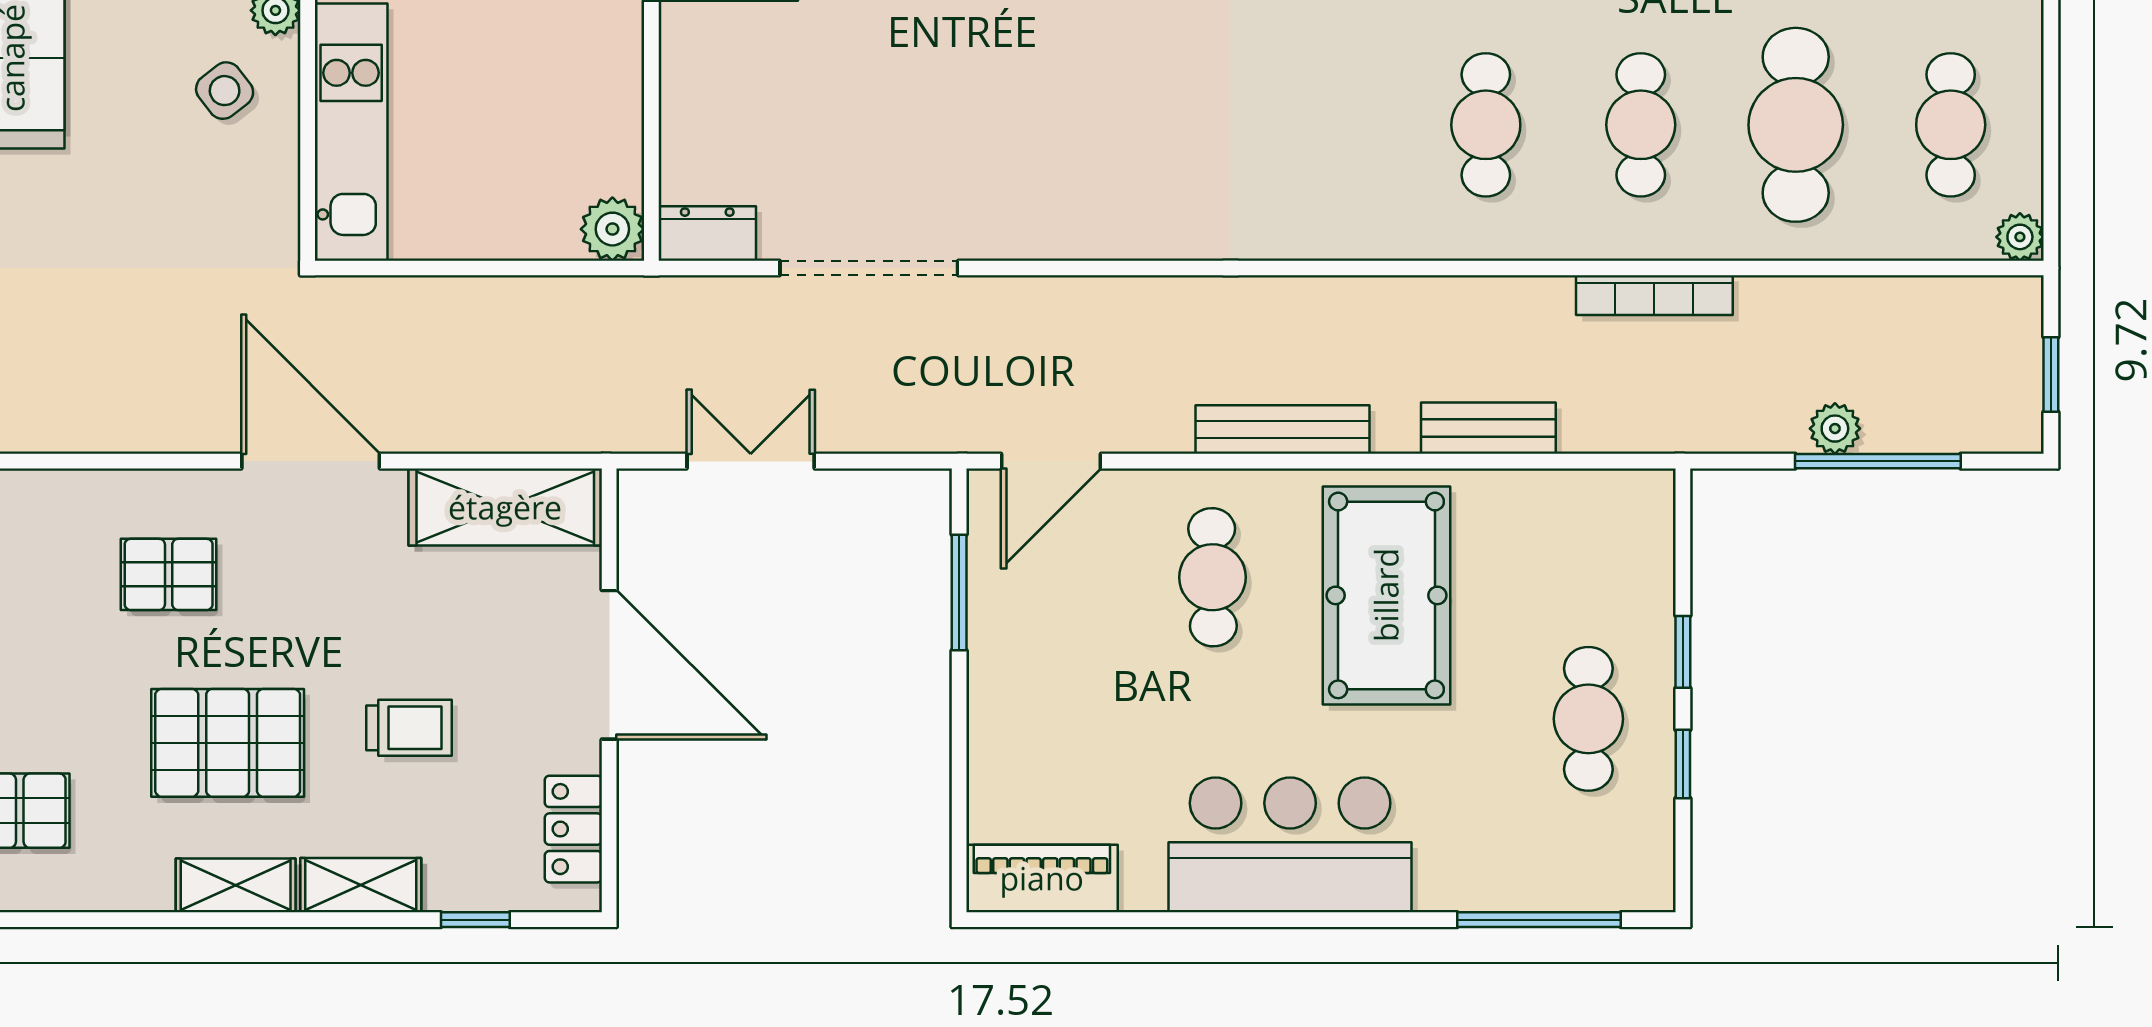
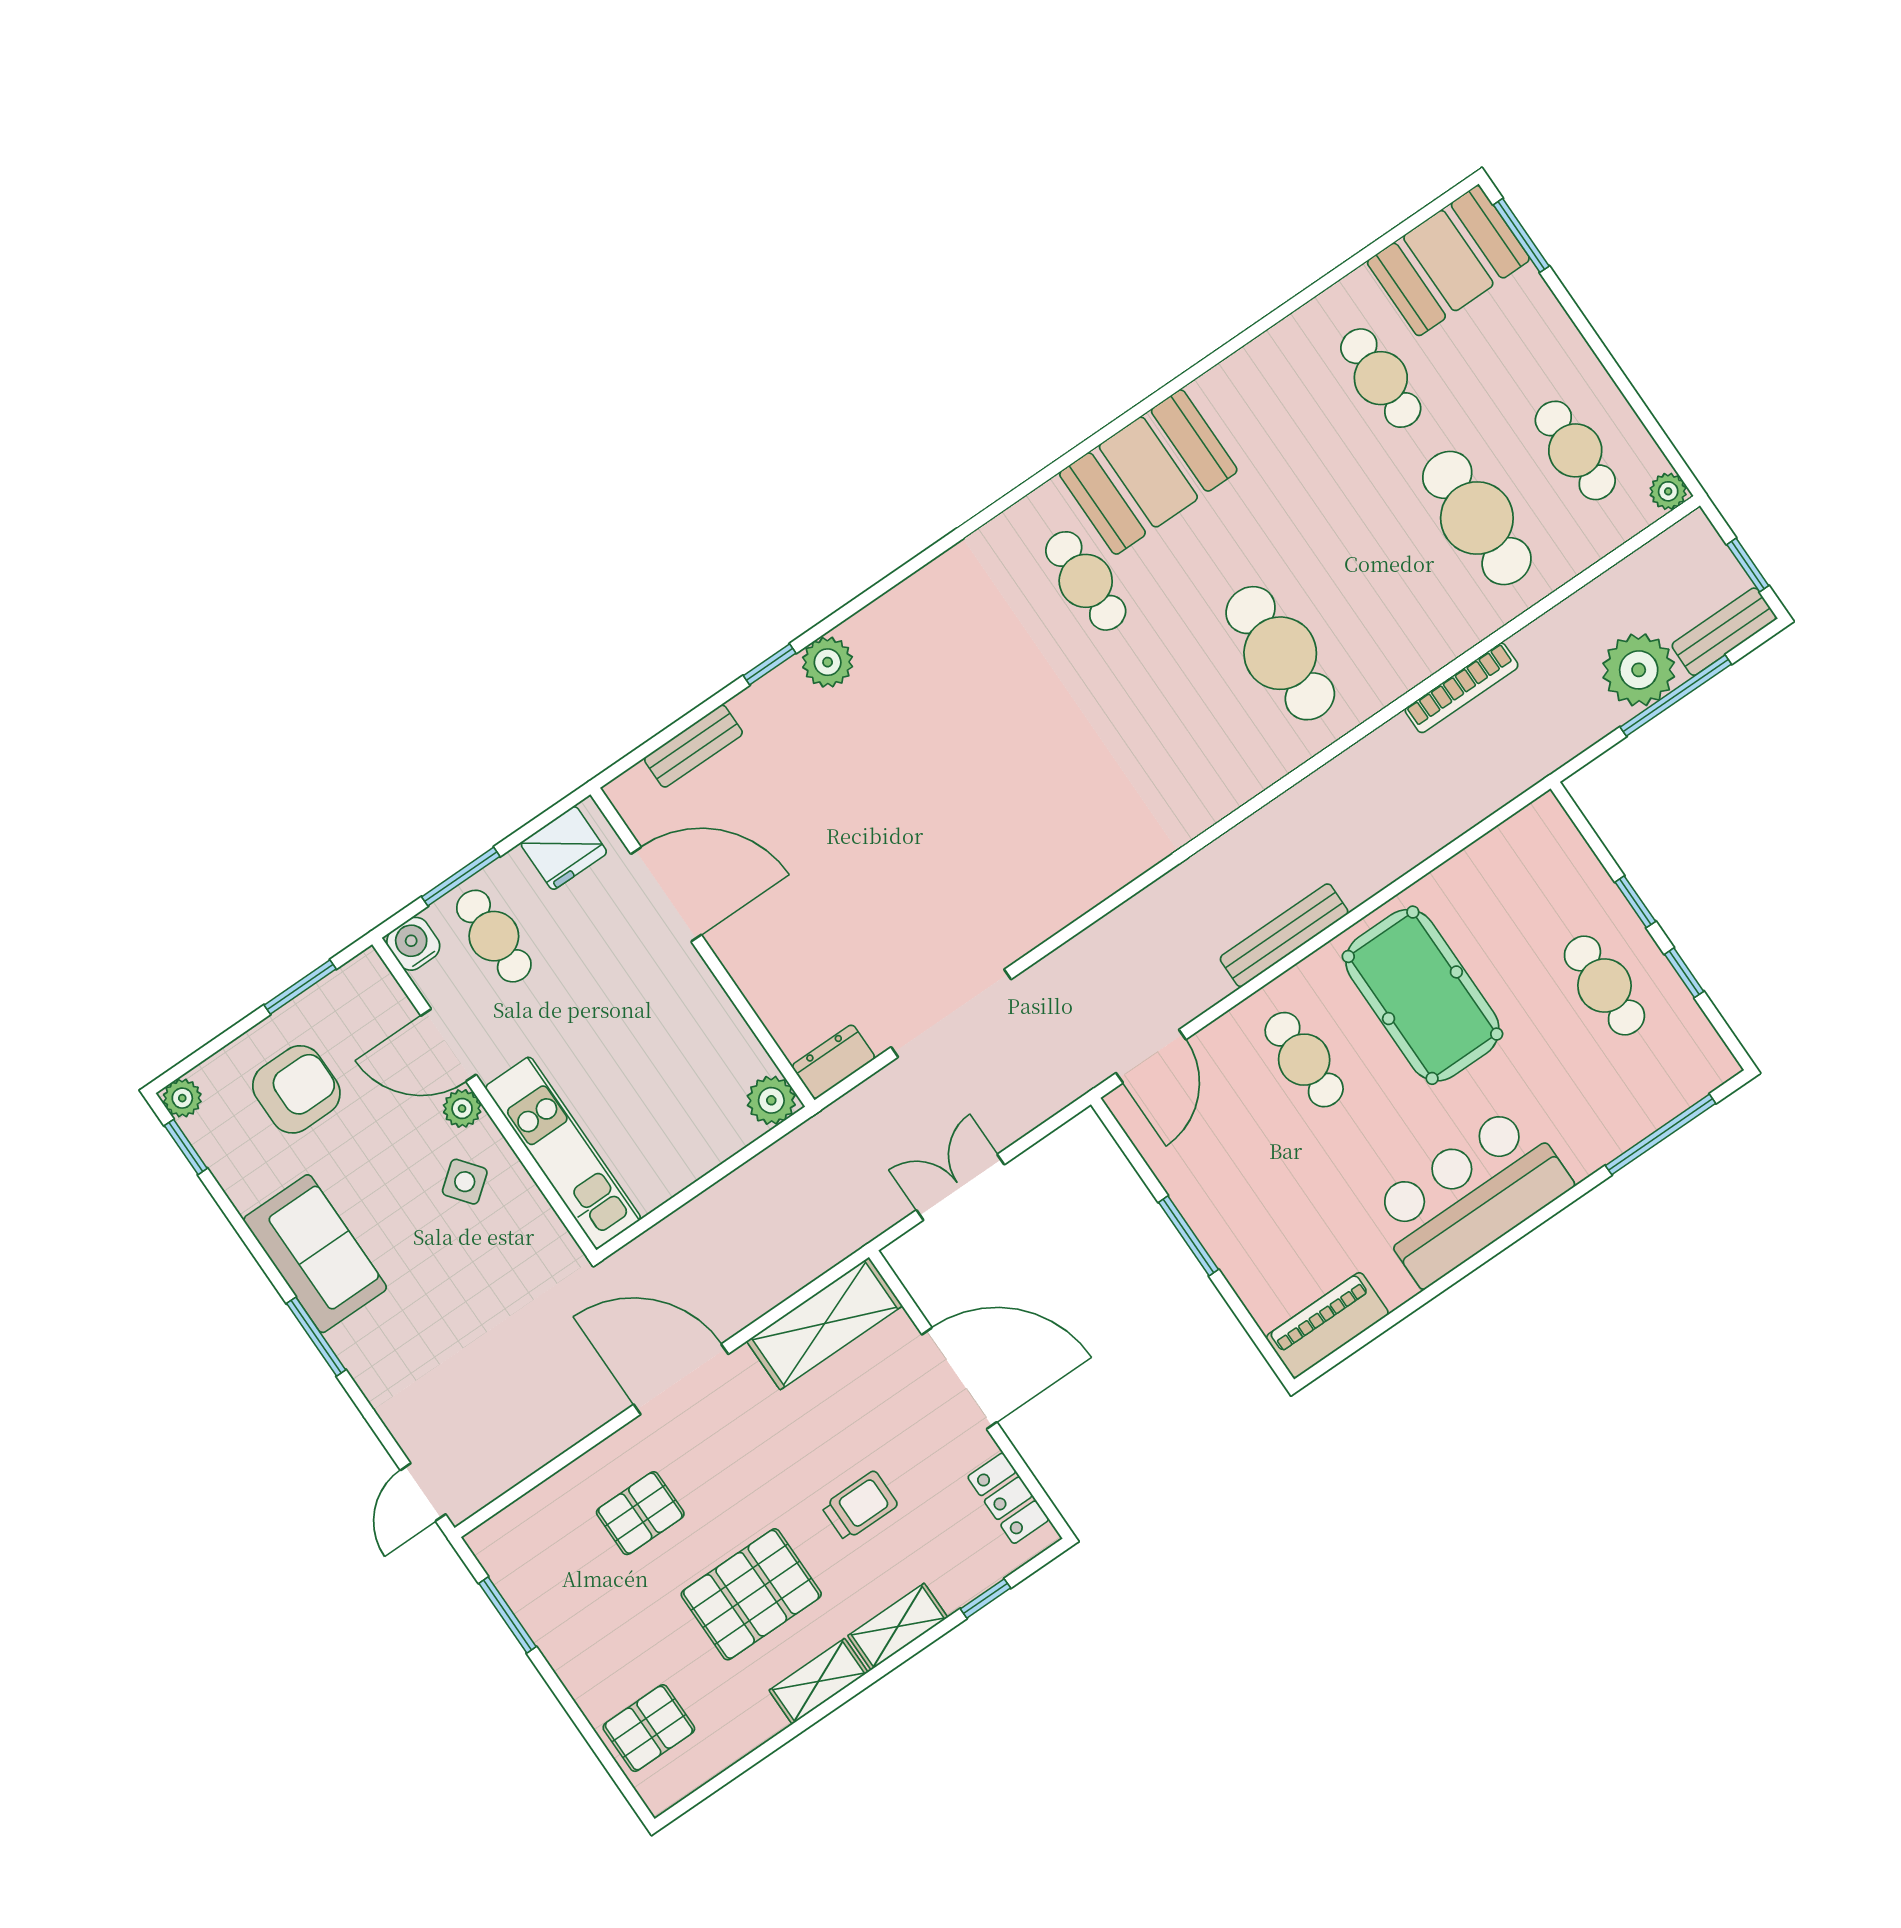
cafe table: (1486, 125) -> (1280, 653), width x1.37, depth x1.35
cafe table: (1641, 125) -> (1379, 586), removed
bench: (1488, 428) -> (1724, 632), moved
plant: (1835, 429) -> (1639, 670), width x1.87, depth x1.87
window: (959, 592) -> (1188, 1236), moved

